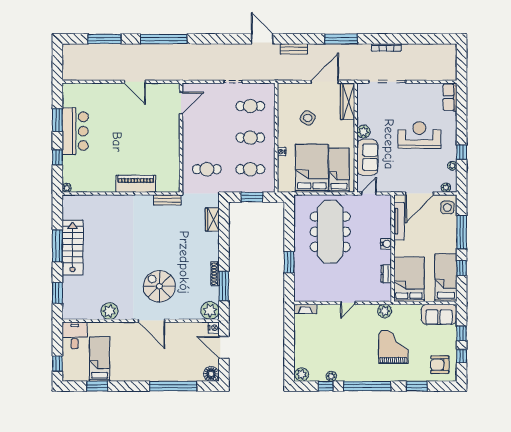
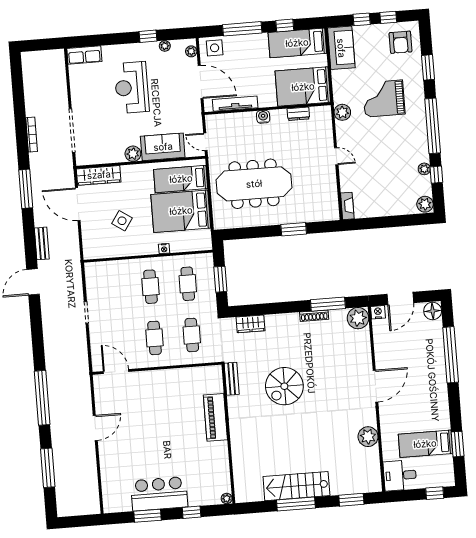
cafe table: (250, 106) -> (155, 338), moved
spiral stairs: (159, 286) -> (284, 386), moved

